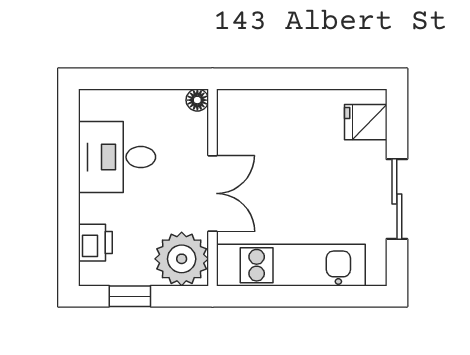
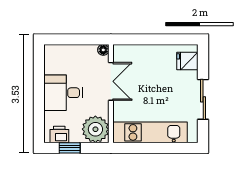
desk: (117, 157) -> (63, 93), moved
double door: (212, 193) -> (111, 81), moved
printer: (95, 243) -> (59, 134), moved, turned -90

